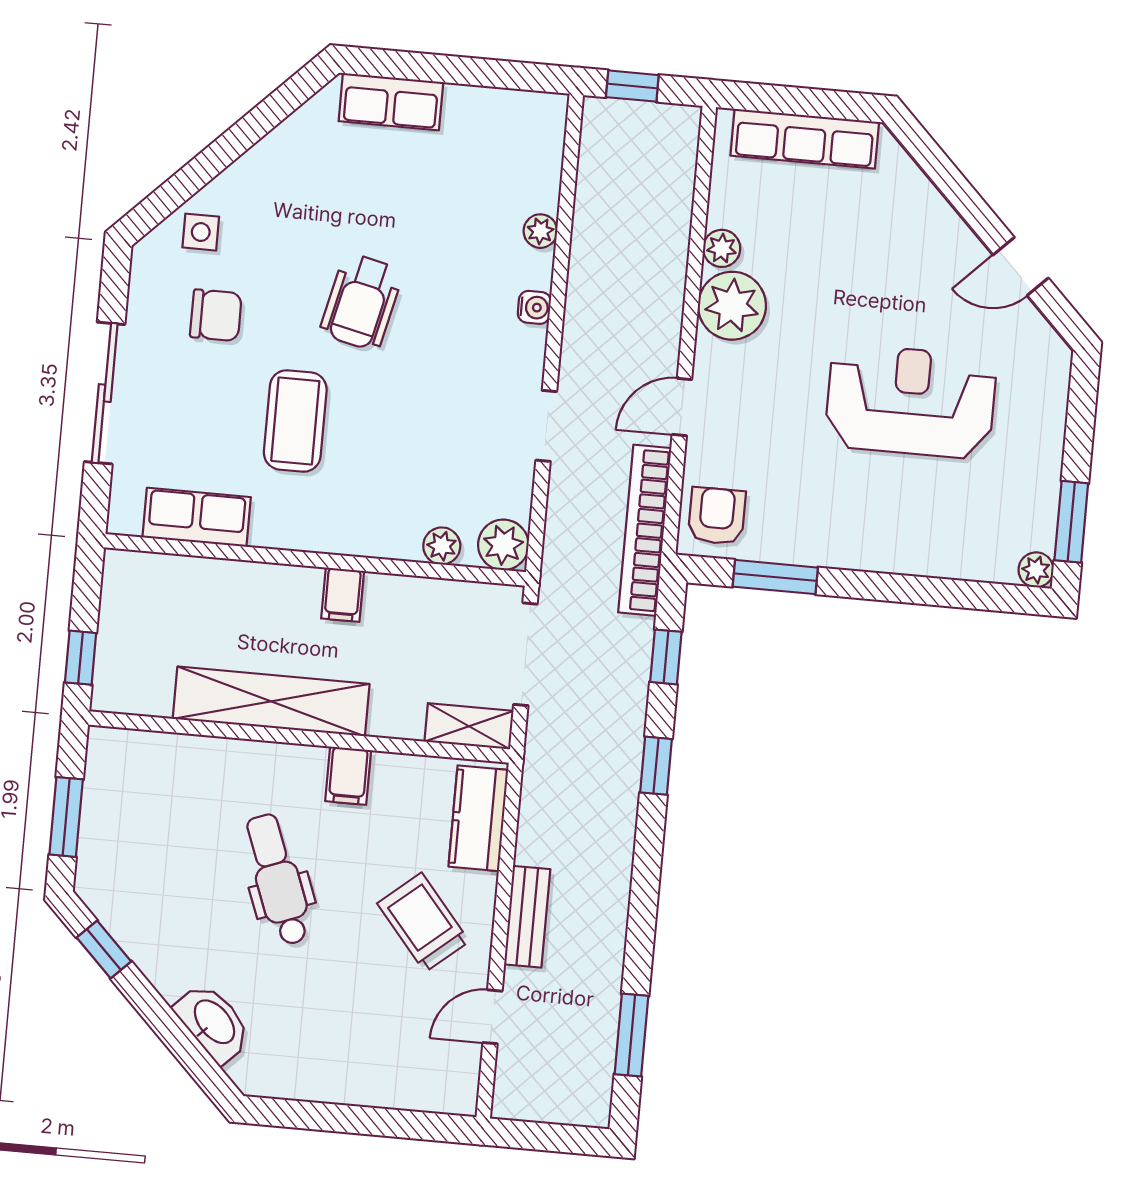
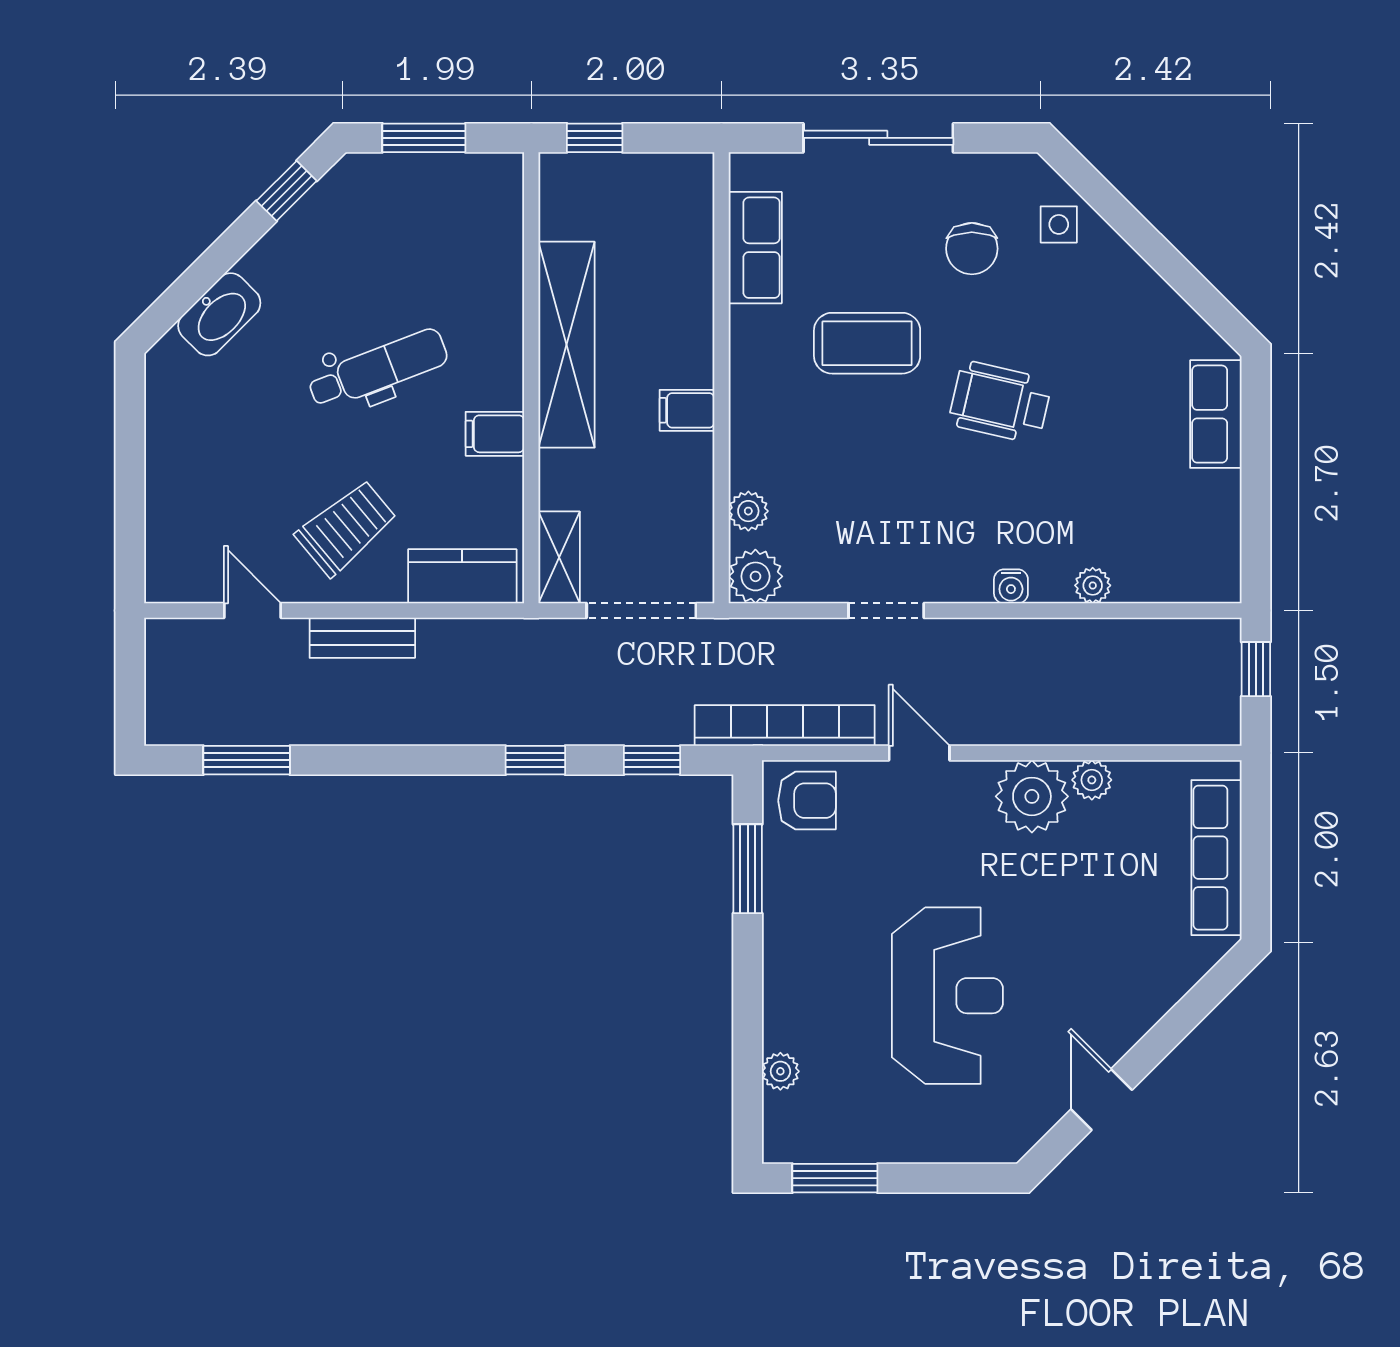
plant: (1036, 570) -> (780, 1071), moved

